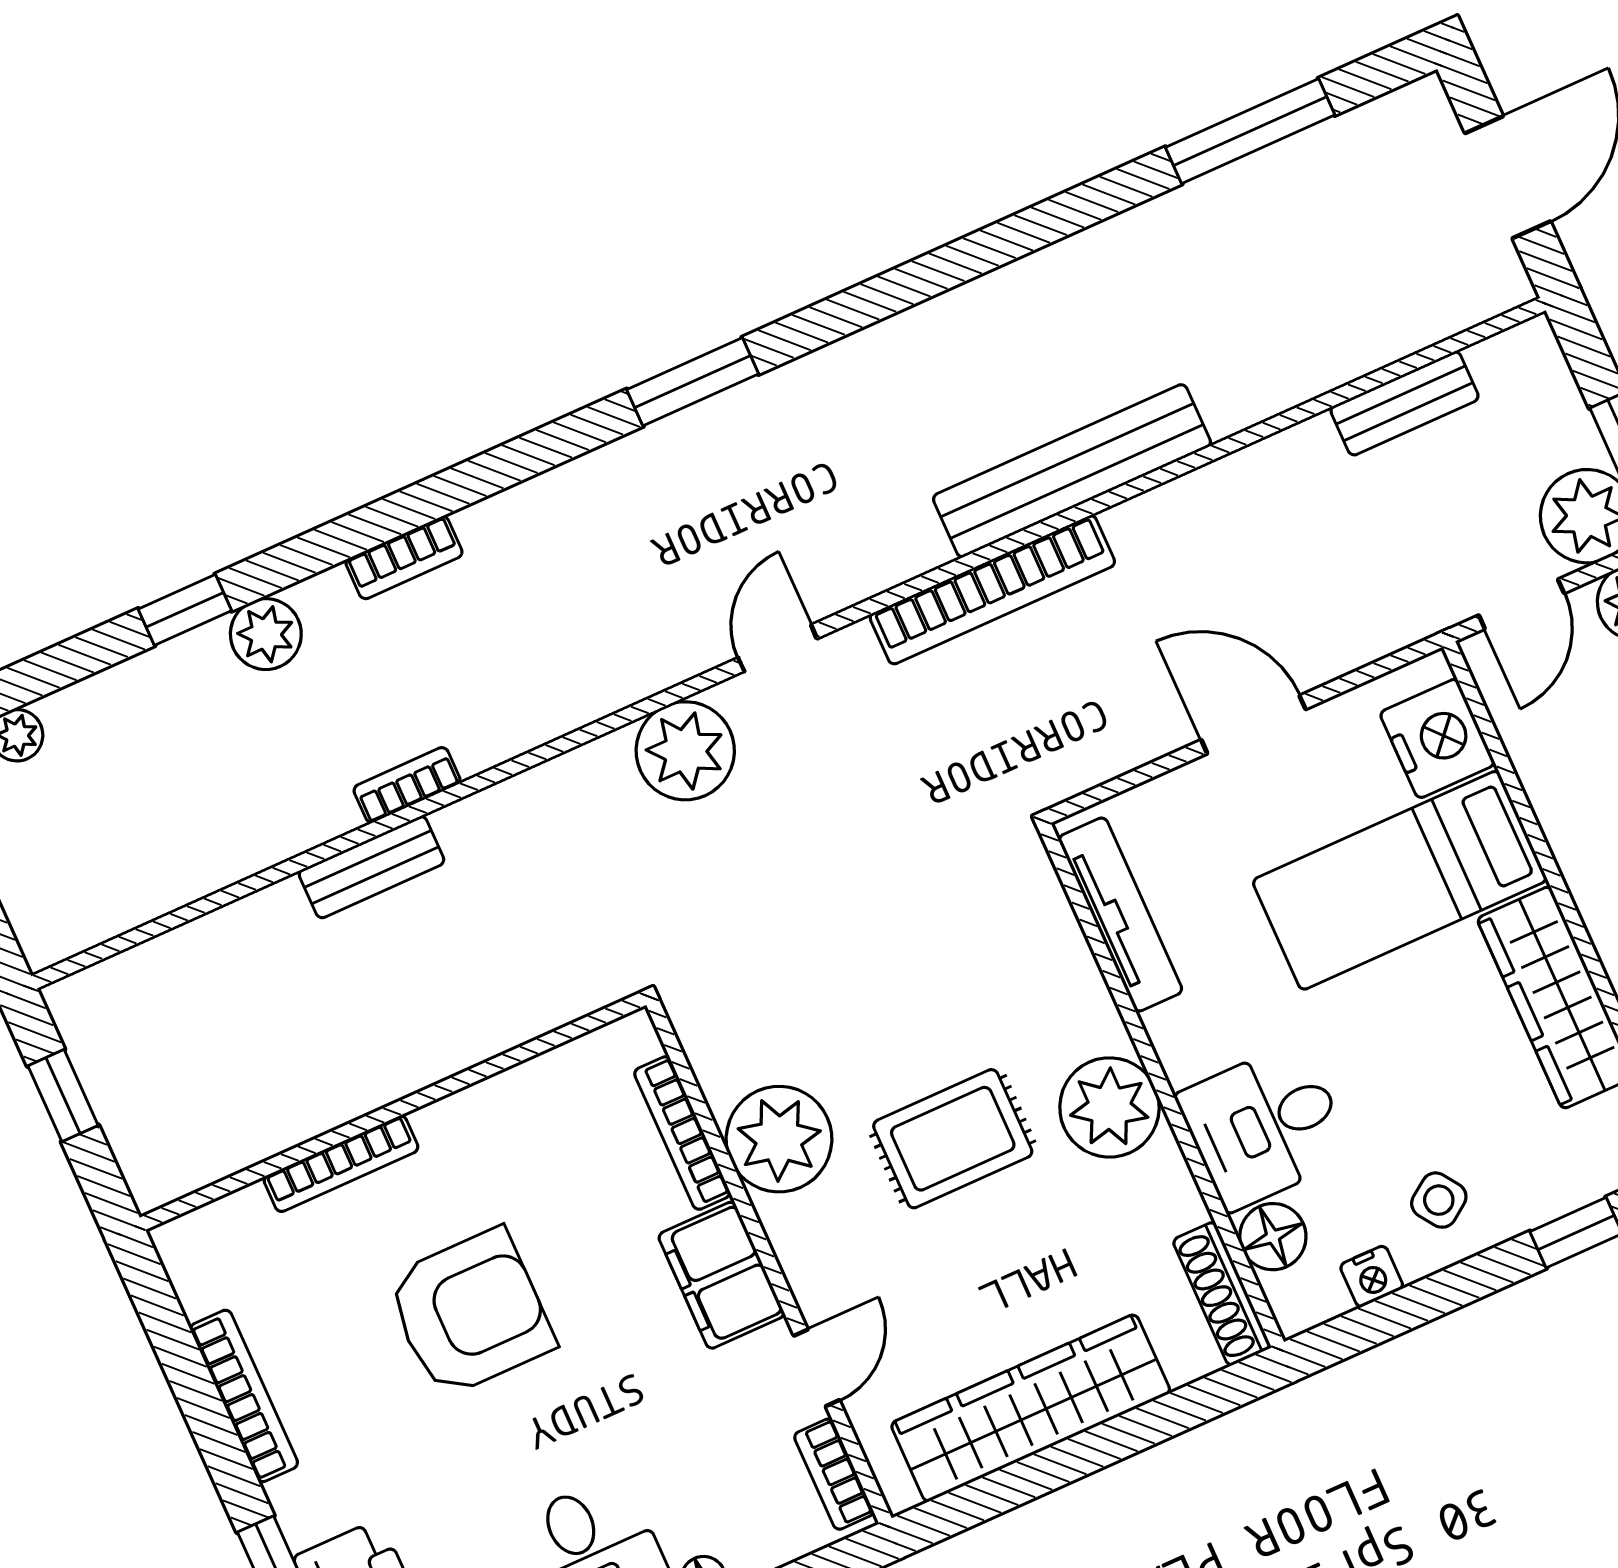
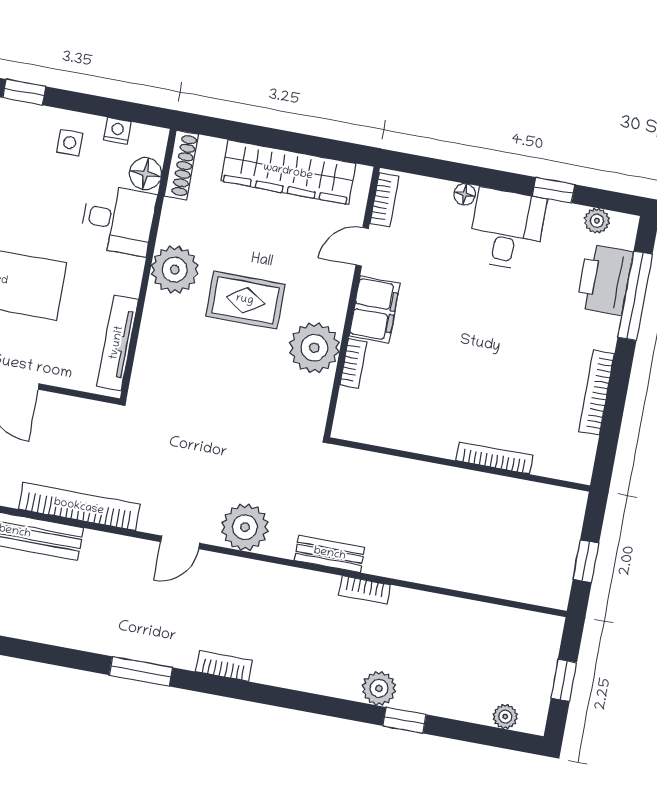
bookcase: (404, 558) -> (224, 666), moved
bench: (371, 867) -> (330, 554), moved
bookcase: (682, 1133) -> (353, 363), width x0.64
side table: (1439, 1200) -> (70, 143), turned 35
armchair: (470, 1313) -> (484, 364), removed

